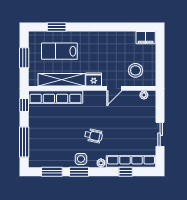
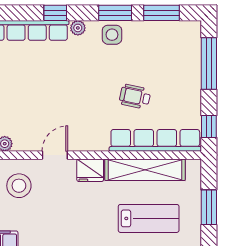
wheelchair: (94, 136) -> (135, 97), moved
window: (126, 172) -> (55, 13), moved

